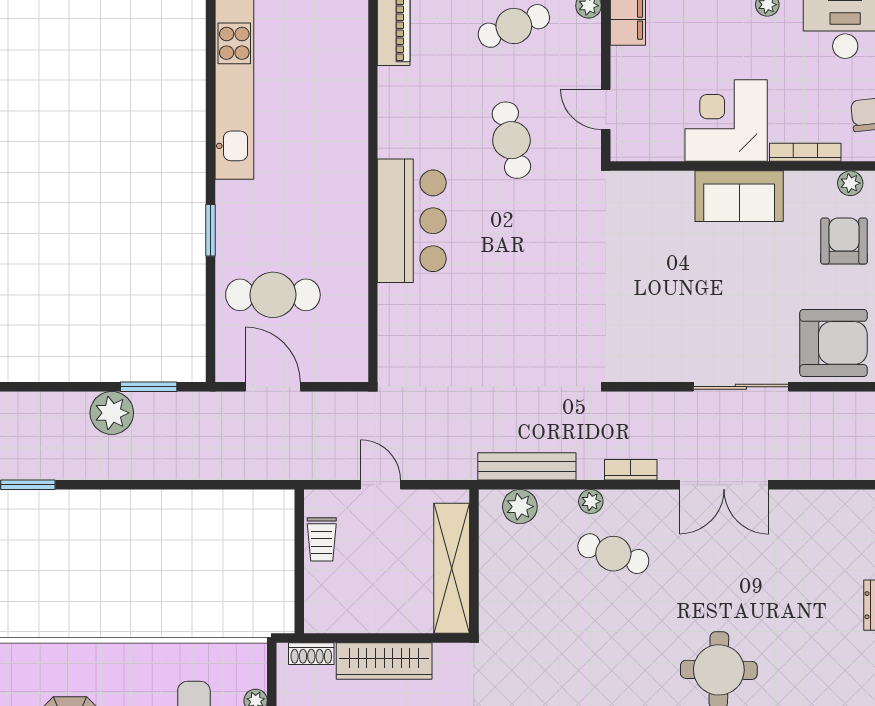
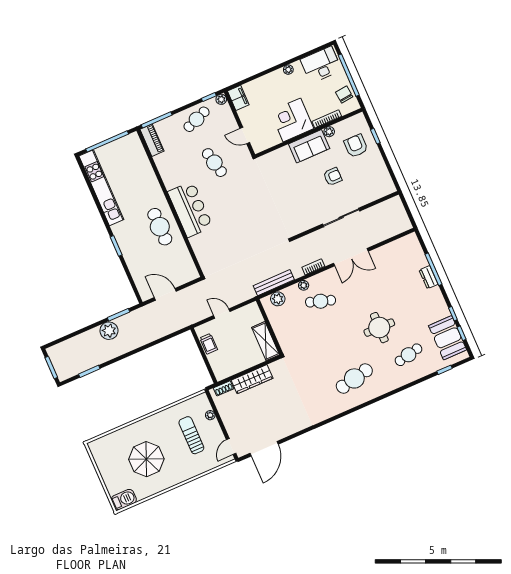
plant: (850, 183) -> (329, 132), moved
cafe table: (273, 295) -> (160, 227), moved, turned 90
armchair: (833, 343) -> (333, 177), moved, width x0.53, depth x0.53
shelving: (452, 568) -> (266, 341), width x0.68

